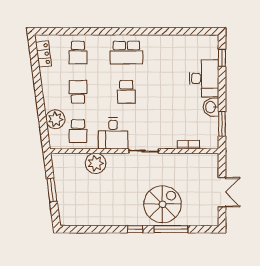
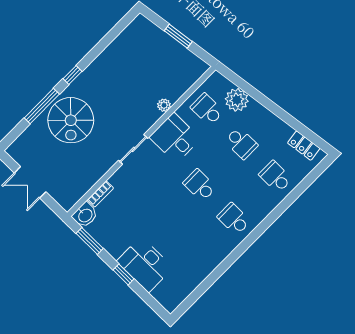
school desk: (126, 53) -> (234, 219), width x0.54
window: (222, 58) -> (124, 274), moved
washbasin: (211, 107) -> (85, 215), moved, turned 90
plant: (96, 163) -> (164, 105), width x0.53, depth x0.53

